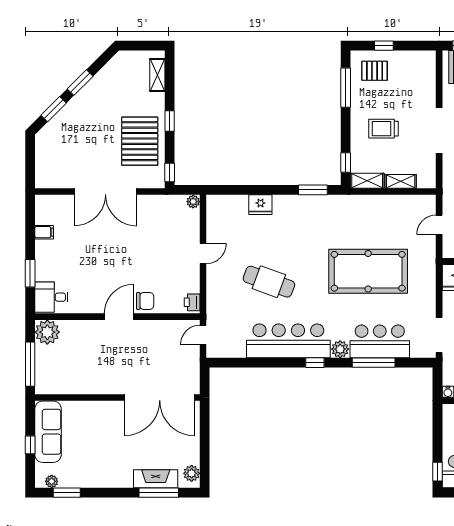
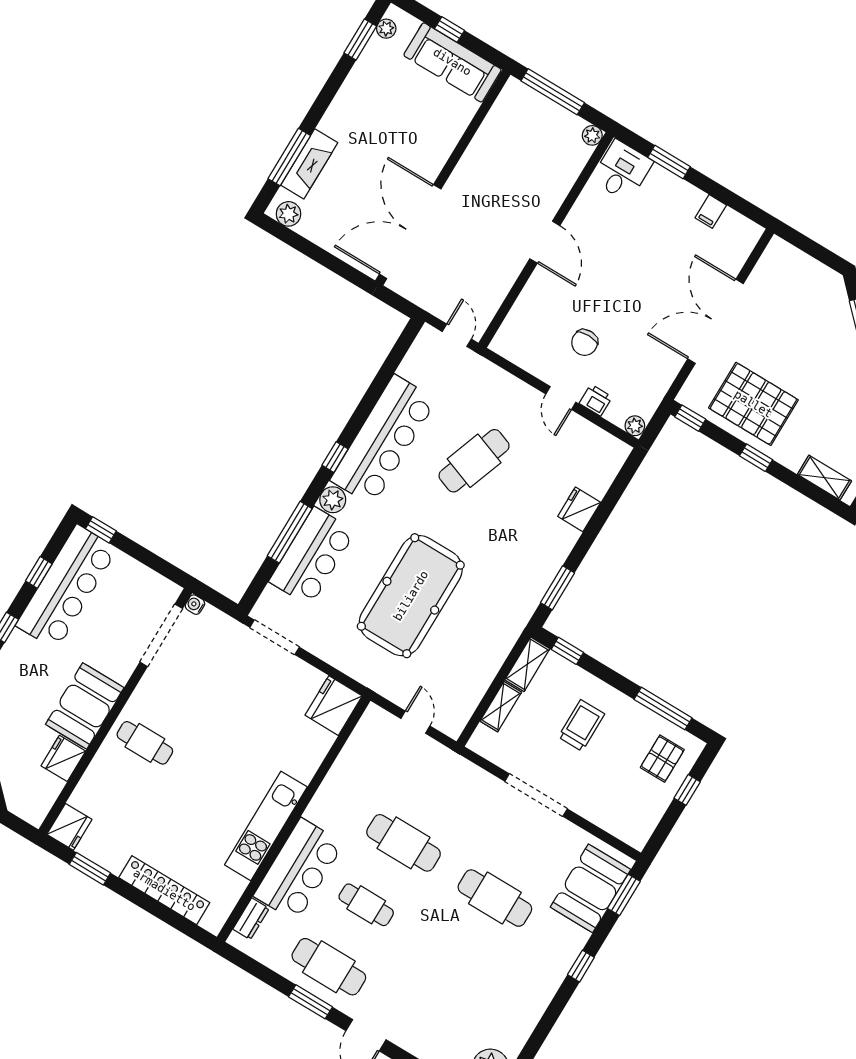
chair: (145, 301) -> (585, 343), moved
printer: (192, 302) -> (596, 400), moved
plant: (47, 332) -> (592, 135), width x0.53, depth x0.53

